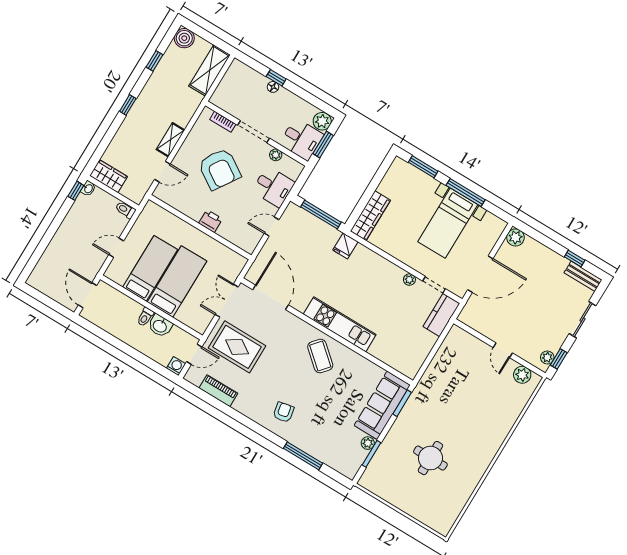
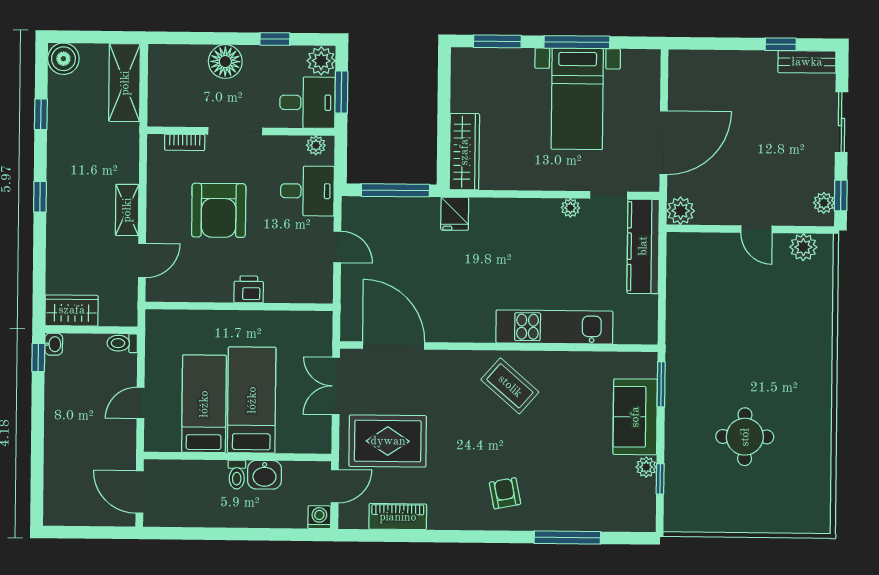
window: (276, 78) -> (275, 39), moved
floor lamp: (273, 87) -> (225, 62), width x1.89, depth x1.89
plant: (276, 155) -> (316, 145), moved
armchair: (220, 169) -> (219, 210), turned 57
door: (272, 226) -> (337, 247), swing flipped
plant: (515, 237) -> (681, 211), moved
kitchen counter: (441, 315) -> (643, 246), width x1.50
kitchen unit: (340, 324) -> (554, 327), moved
sofa: (382, 405) -> (635, 417), width x0.73
window: (372, 454) -> (660, 479), width x0.67

